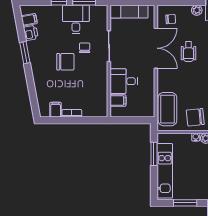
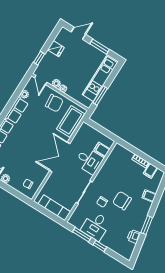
filing cabinet: (29, 20) -> (149, 196), moved
double door: (156, 48) -> (60, 157), moved
wheelchair: (189, 52) -> (30, 153), removed

